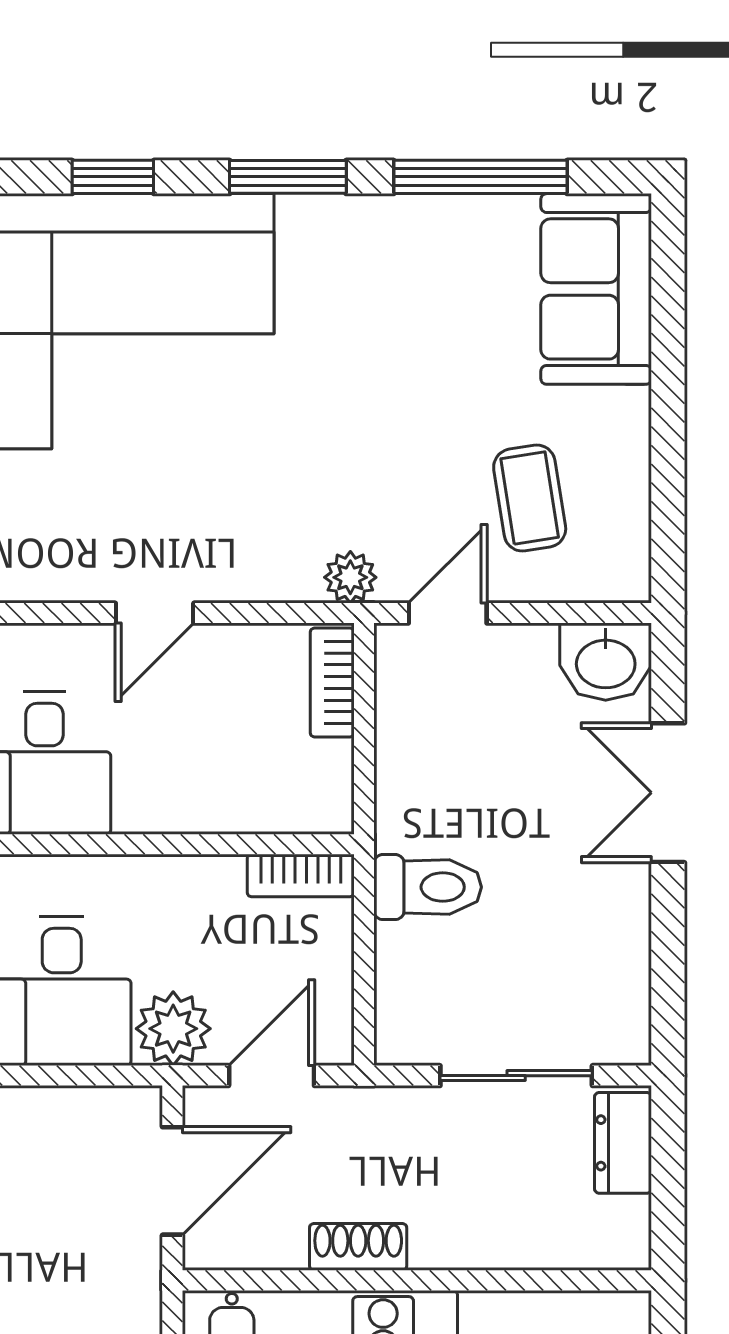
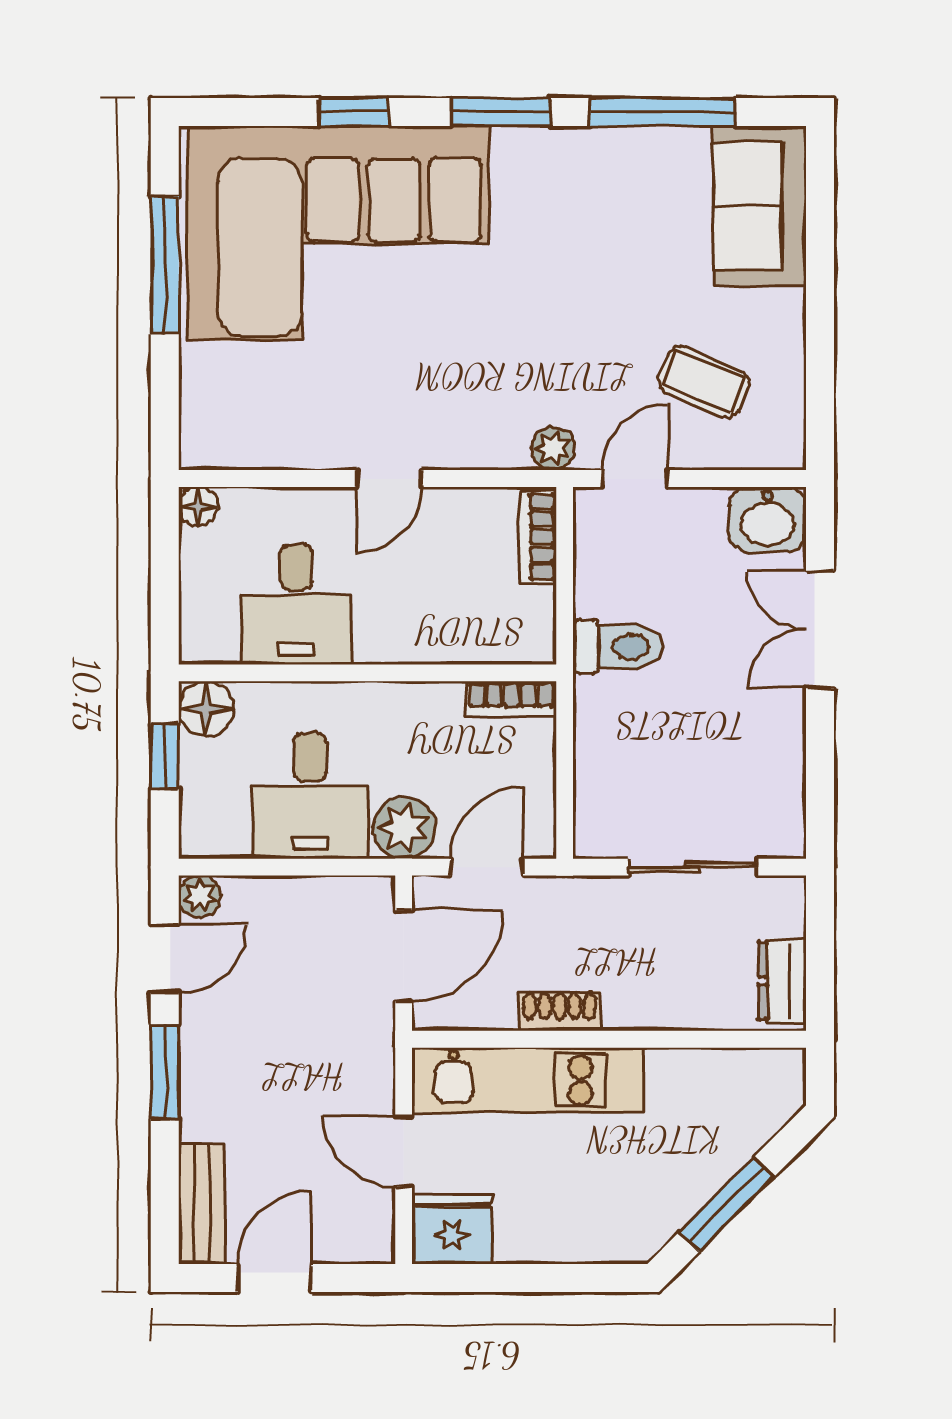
coffee table: (530, 498) -> (704, 382), turned -58
toilet: (428, 887) -> (618, 647), moved
dresser: (623, 1143) -> (782, 981), moved

